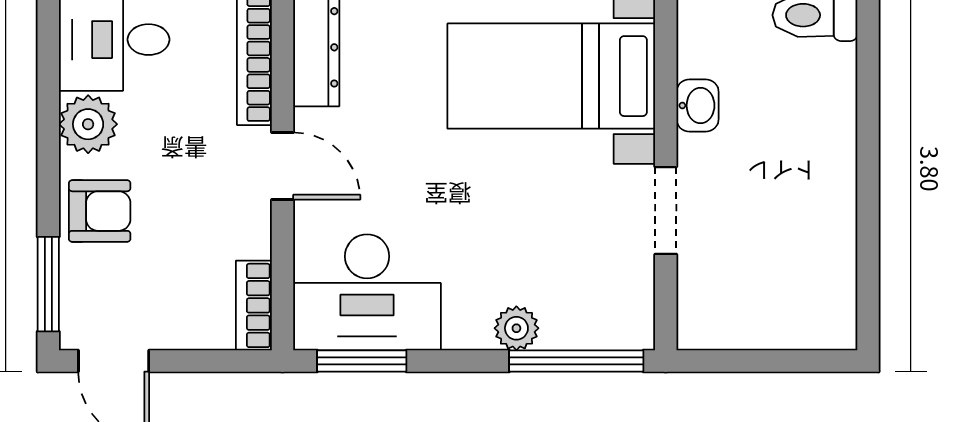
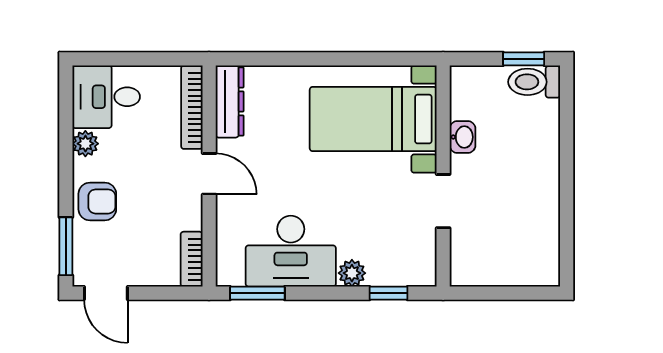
plant: (88, 124) -> (85, 144), width x0.73, depth x0.73
desk: (367, 292) -> (291, 251), moved
window: (576, 361) -> (388, 293), width x0.46

